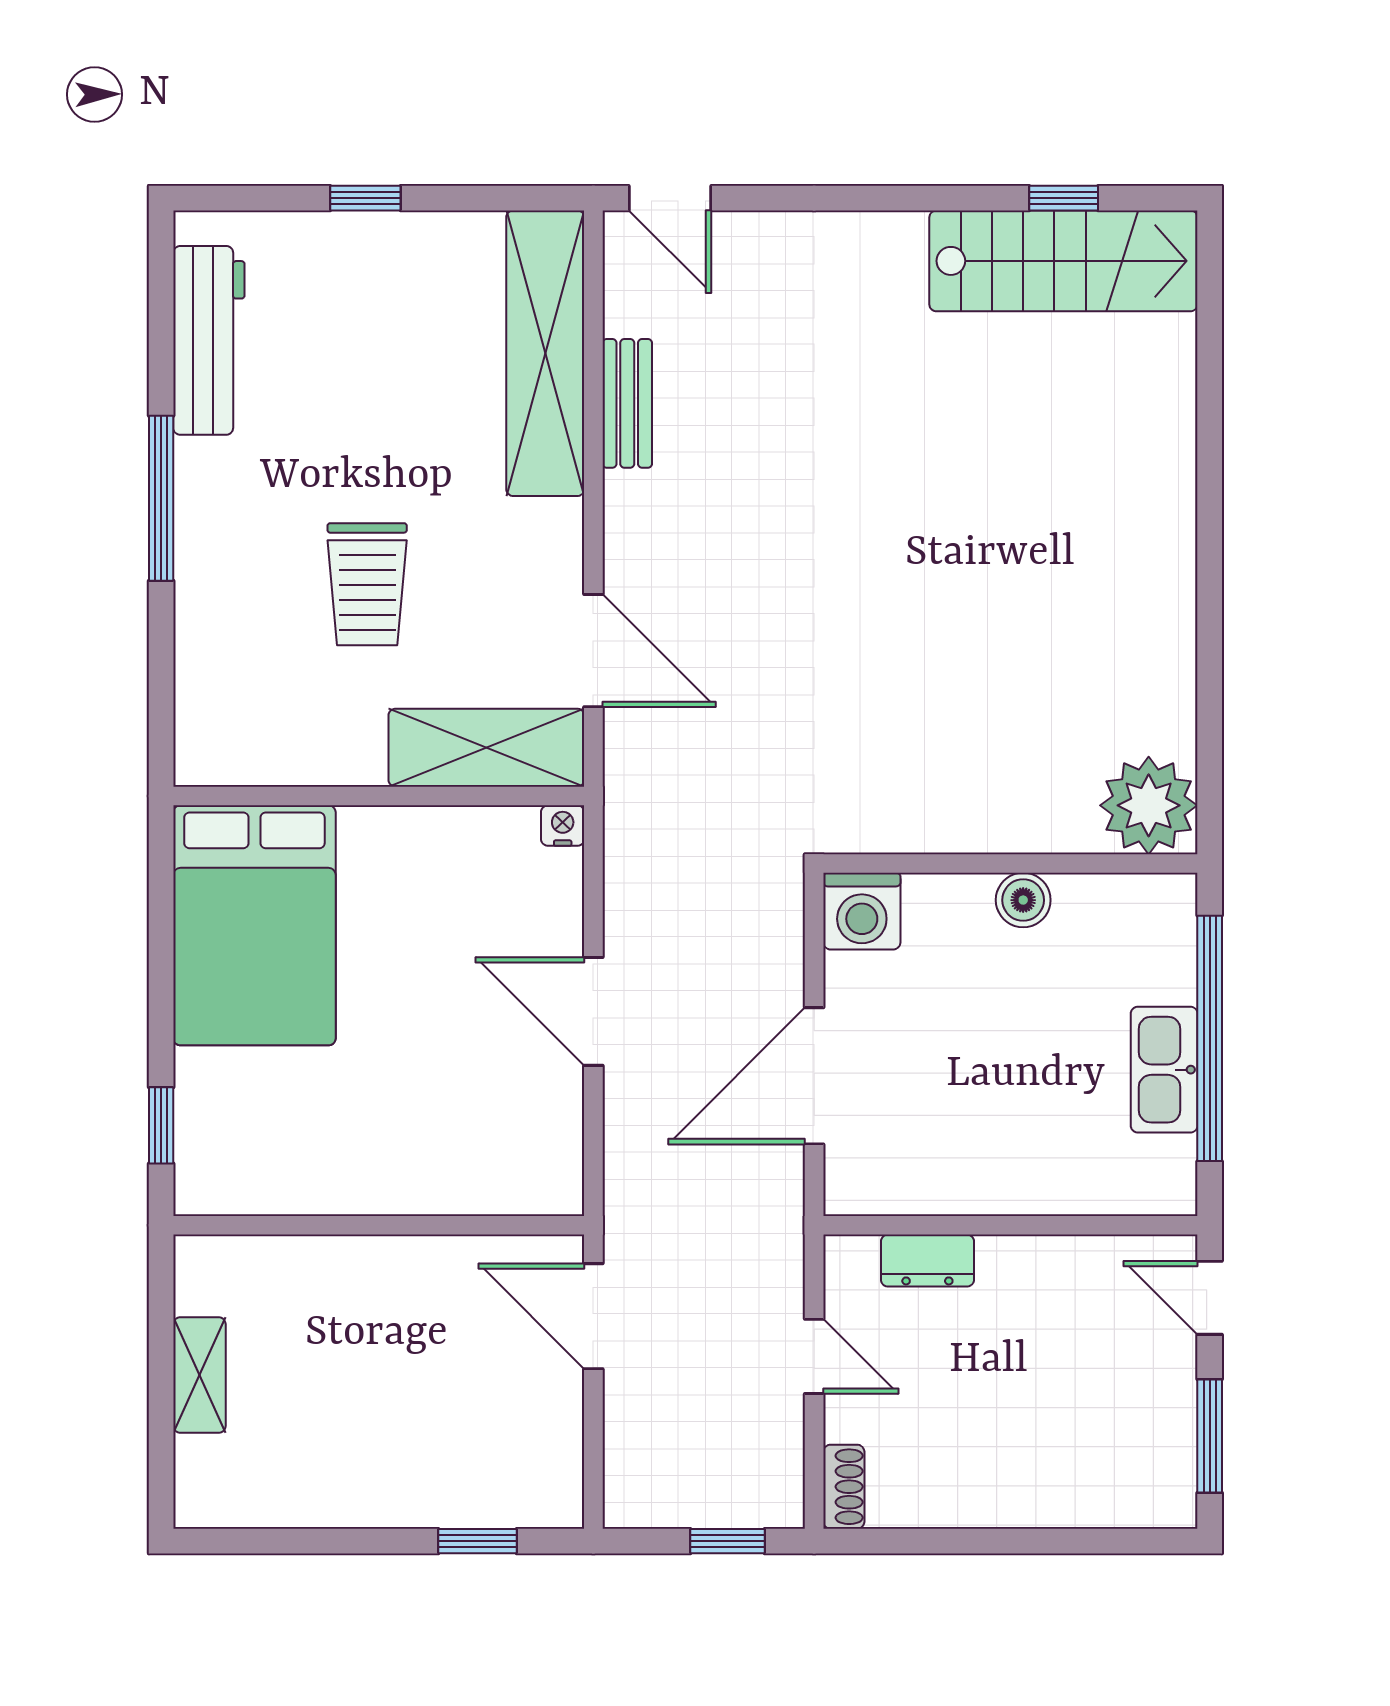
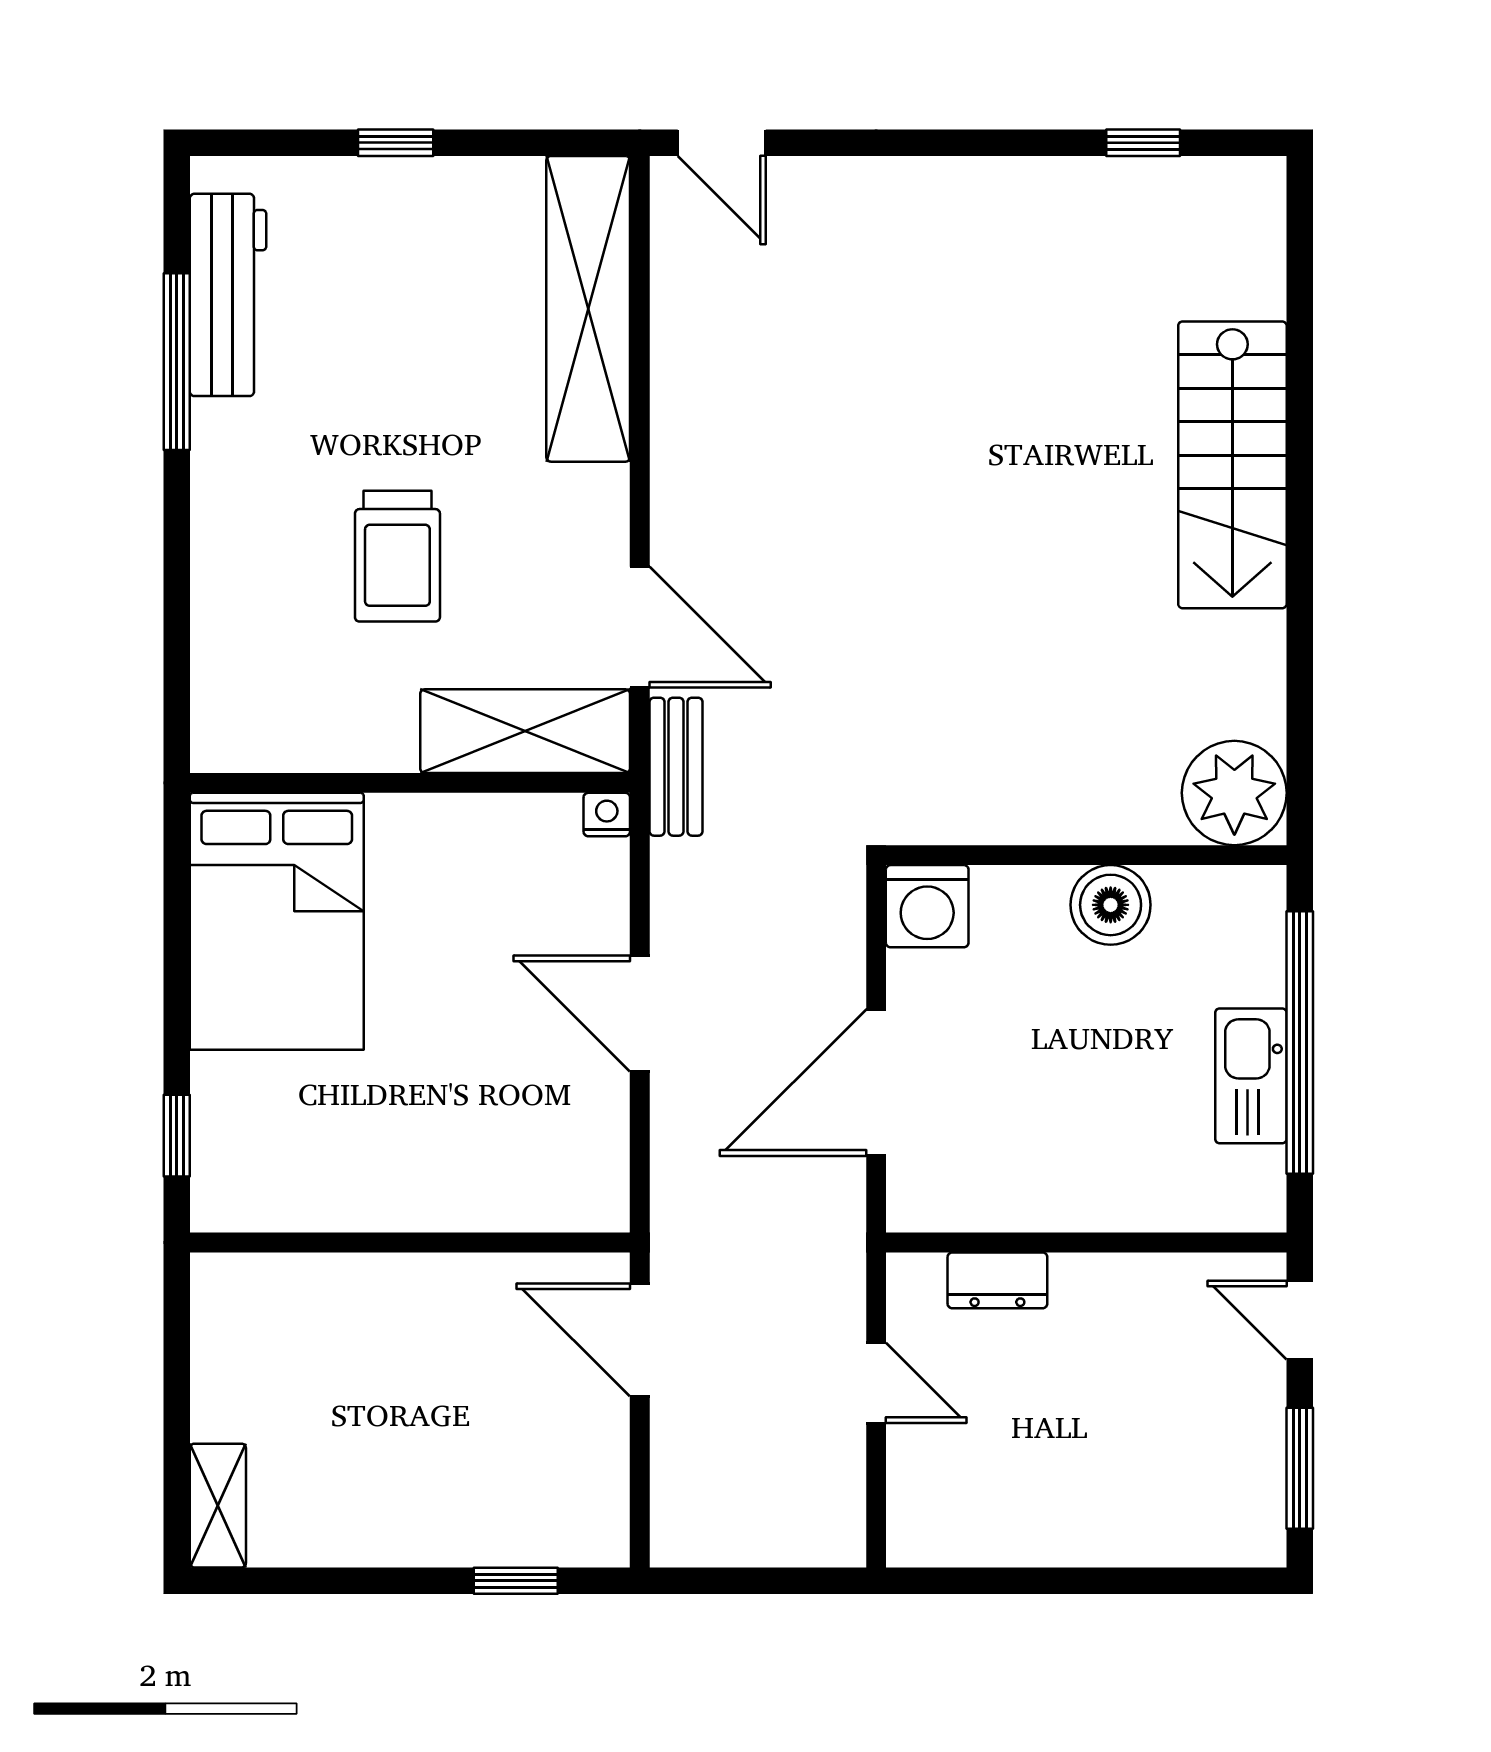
stairs: (1063, 261) -> (1232, 465), moved, turned 90
bench: (627, 403) -> (676, 767), moved
window: (161, 498) -> (177, 362), moved
boiler: (1023, 900) -> (1111, 905), width x1.36, depth x1.36
shelving: (199, 1375) -> (218, 1506), moved
shoe rack: (844, 1487) -> (908, 1523), removed
window: (728, 1541) -> (783, 1581), removed

